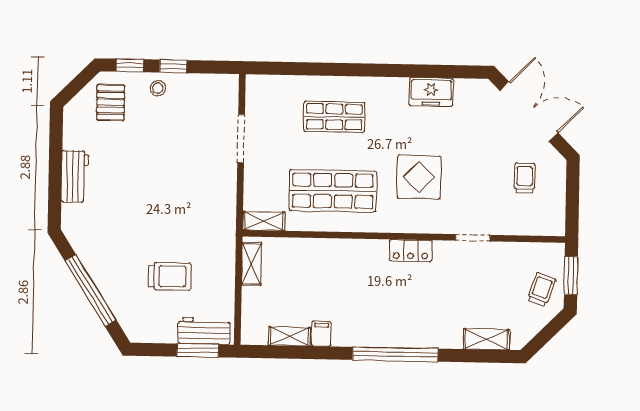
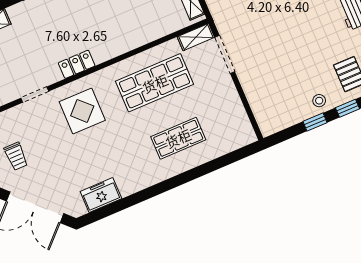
freezer: (431, 92) -> (101, 195), moved
doorway: (241, 138) -> (225, 55), moved
display table: (419, 177) -> (82, 111), moved

